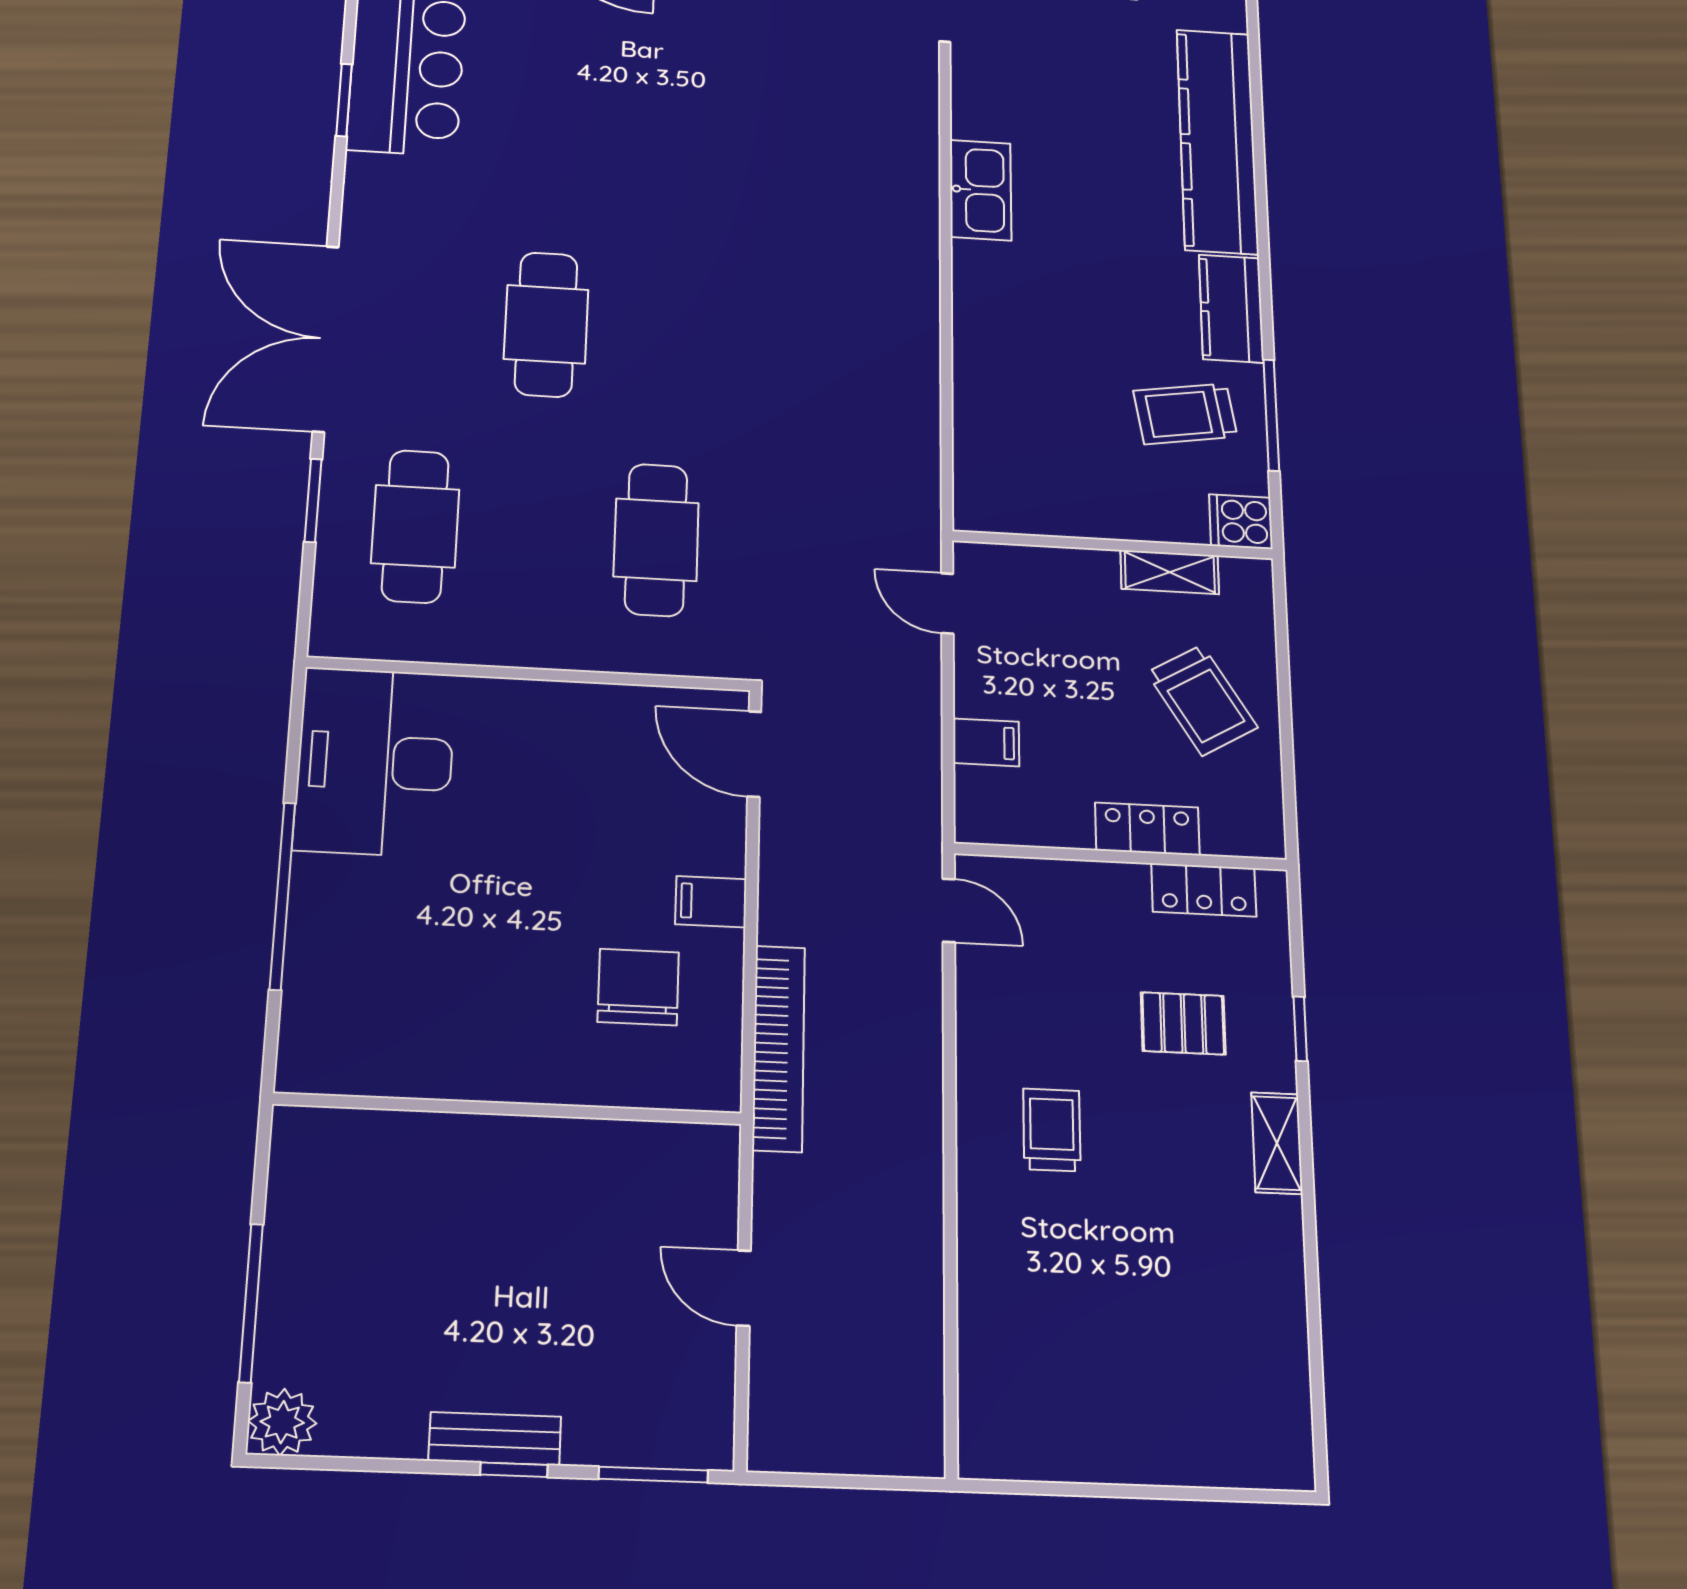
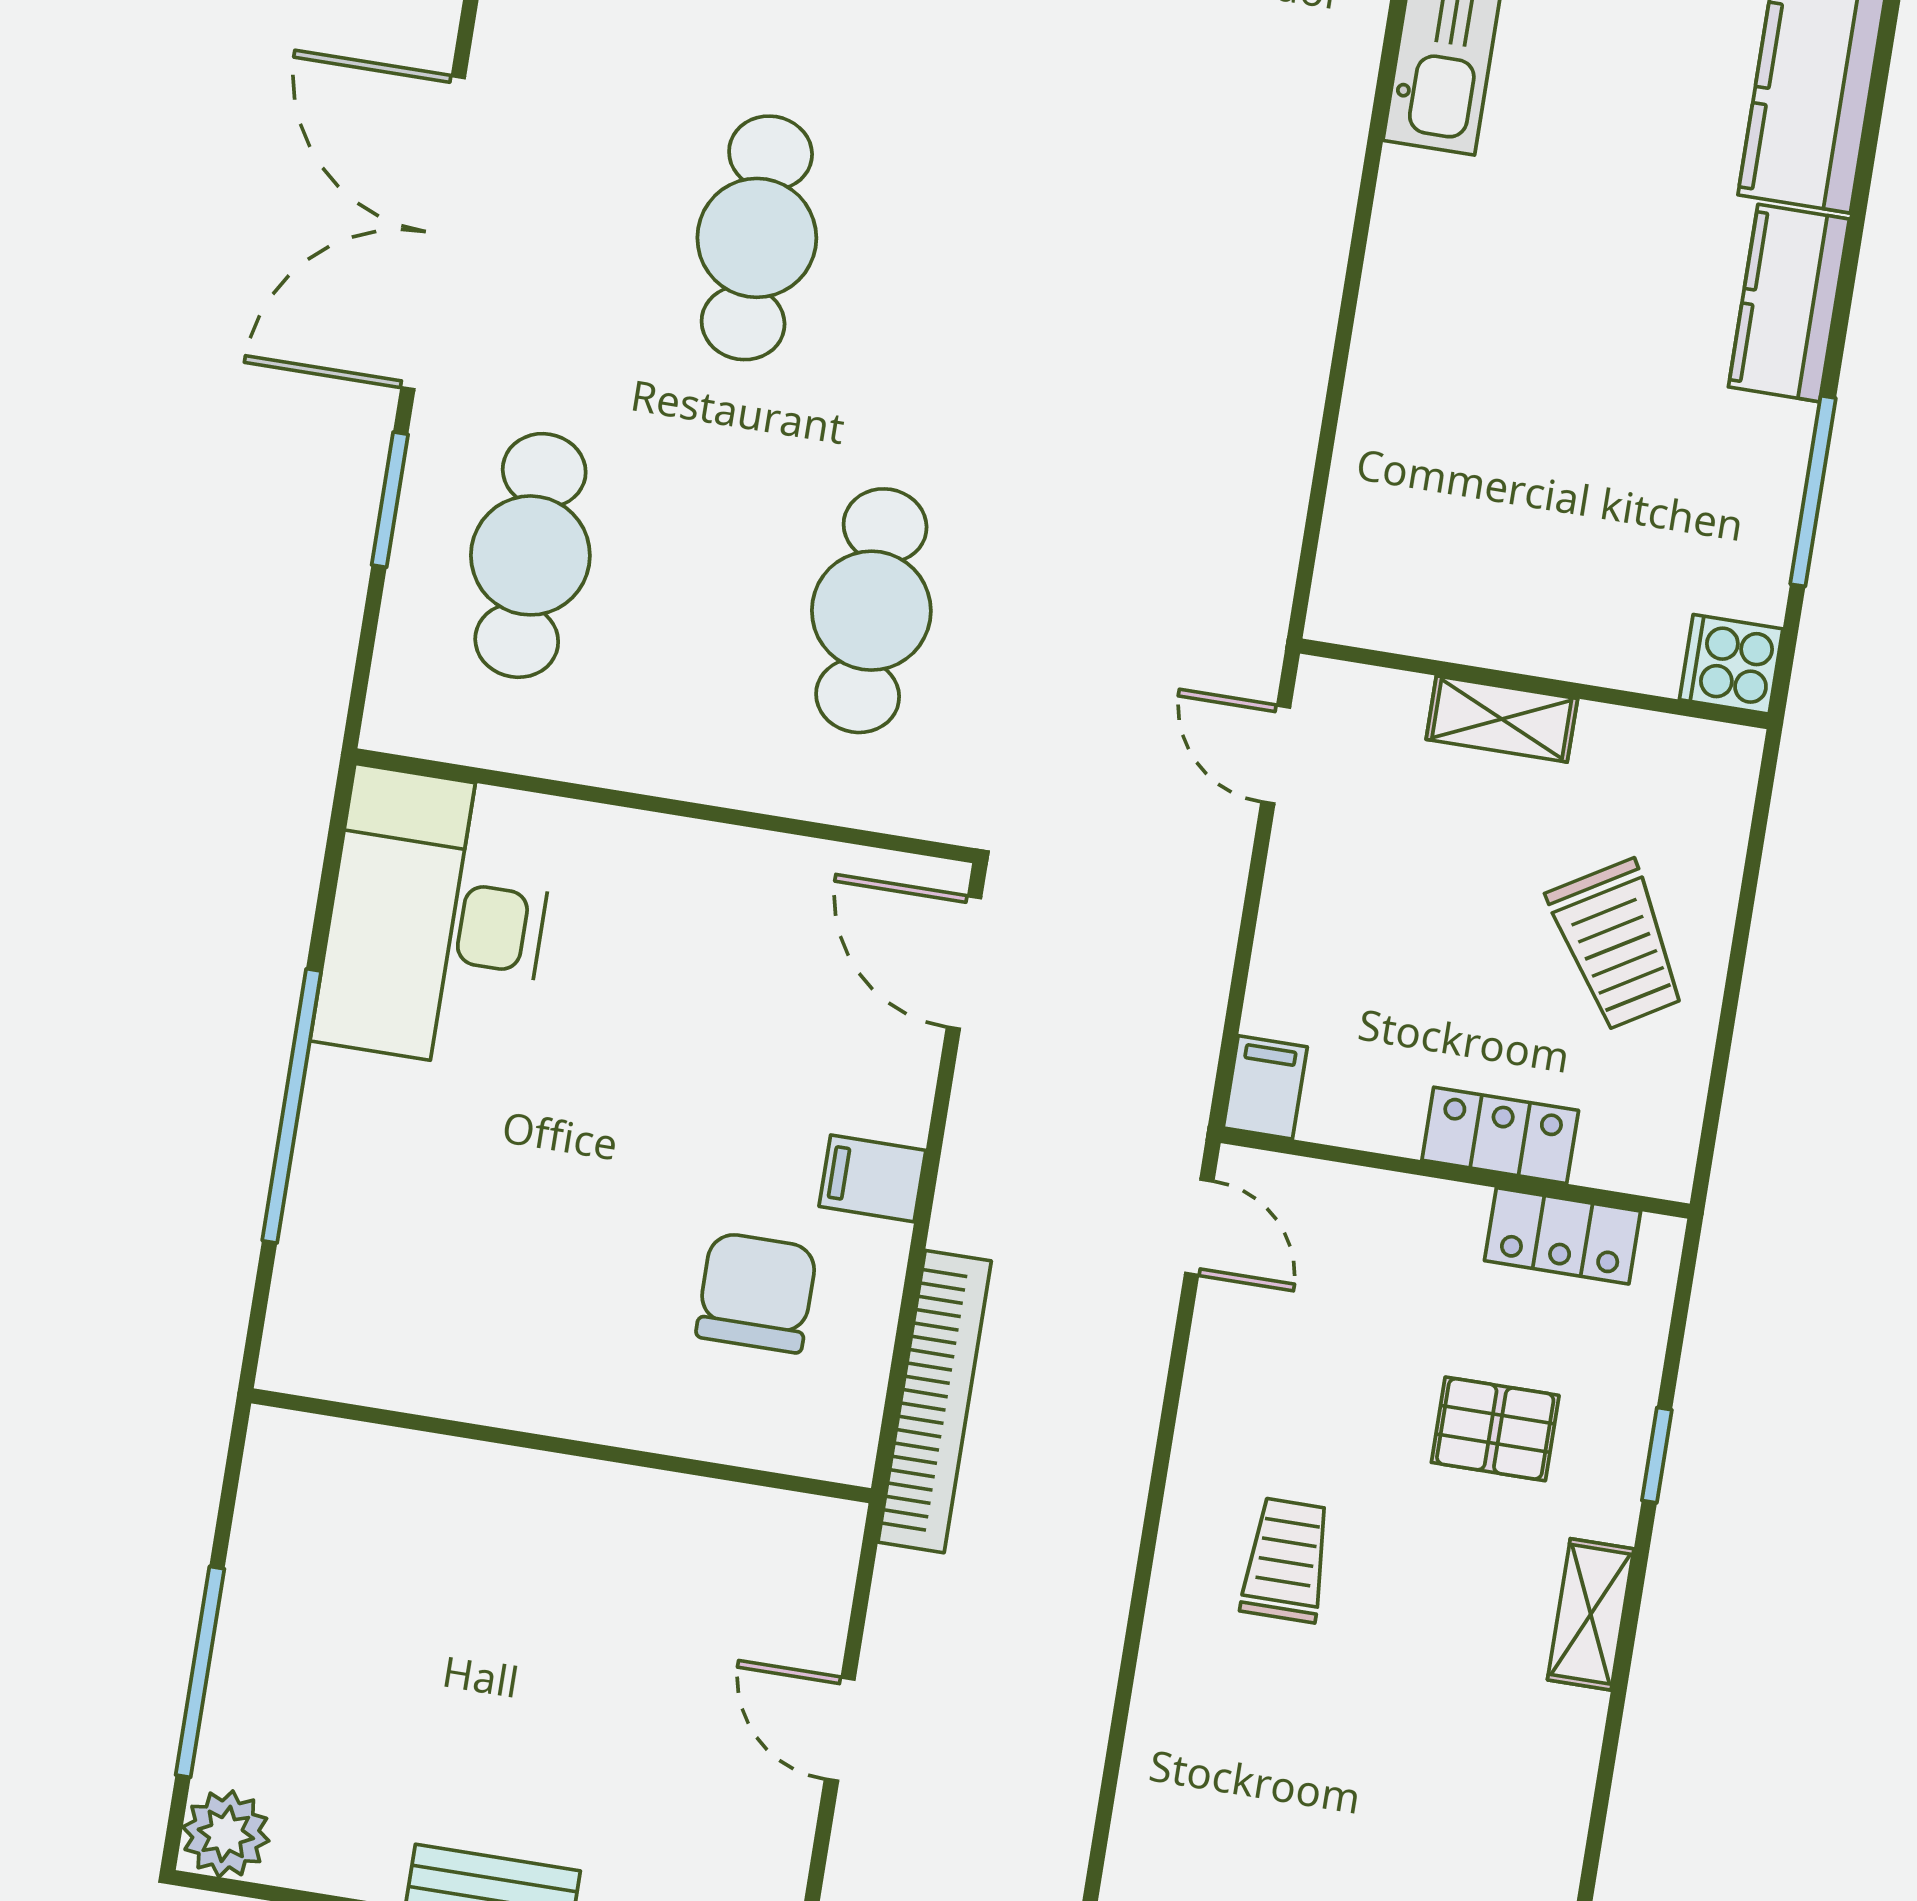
trolley: (1185, 414) -> (1683, 477), removed
shelving: (1170, 572) -> (1502, 719), moved
filing cabinet: (986, 742) -> (1265, 1087), moved, turned -90

